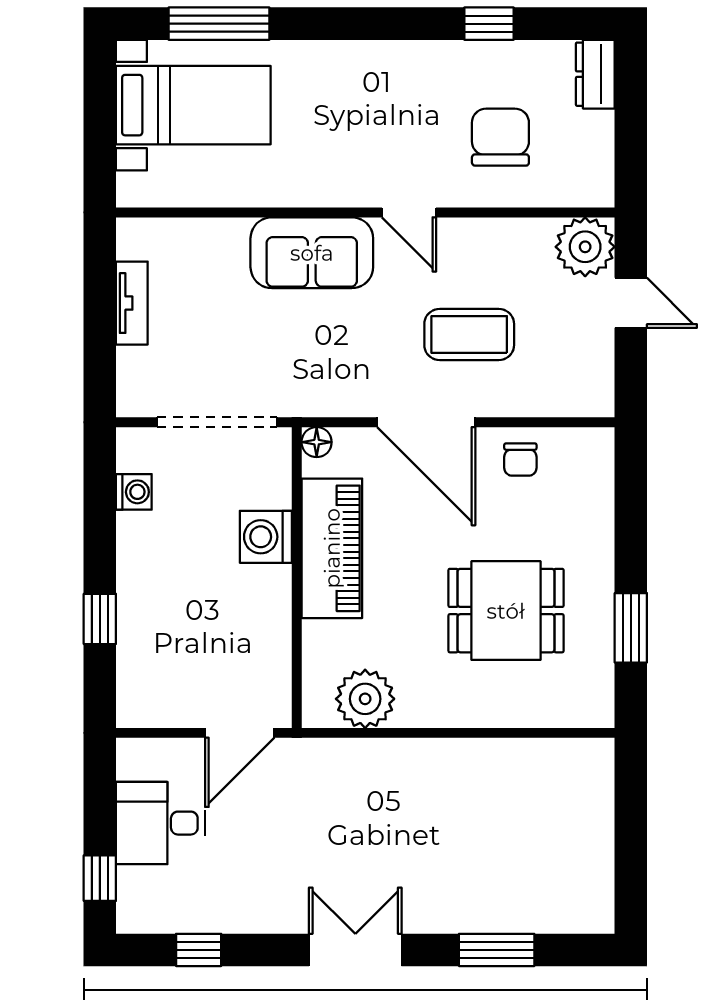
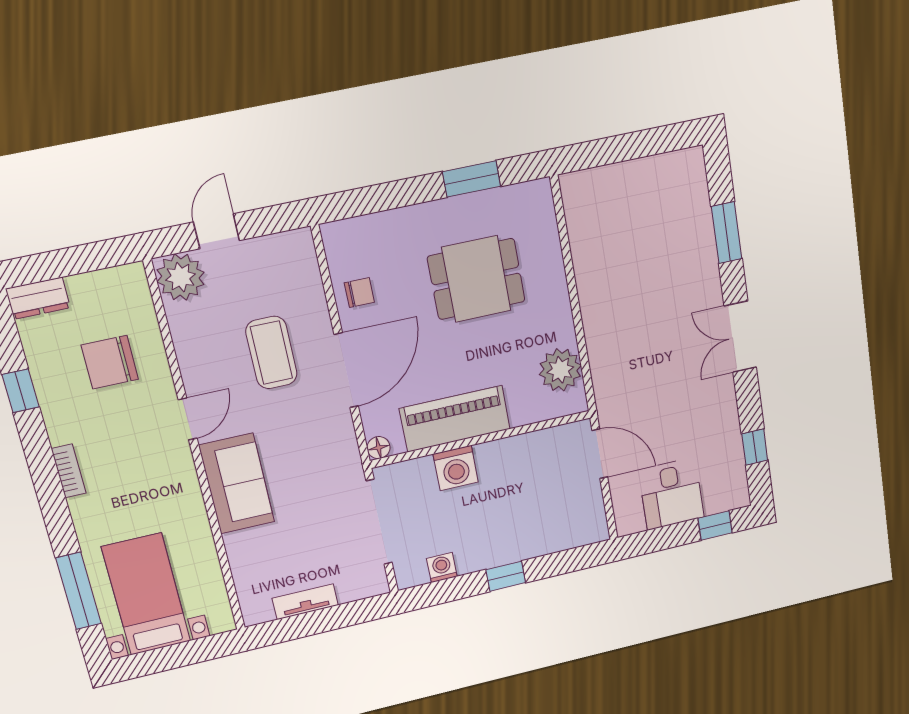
bookcase: (377, 53) -> (69, 471), added
dining table: (506, 611) -> (476, 279), turned 90
window: (100, 619) -> (506, 576), moved

